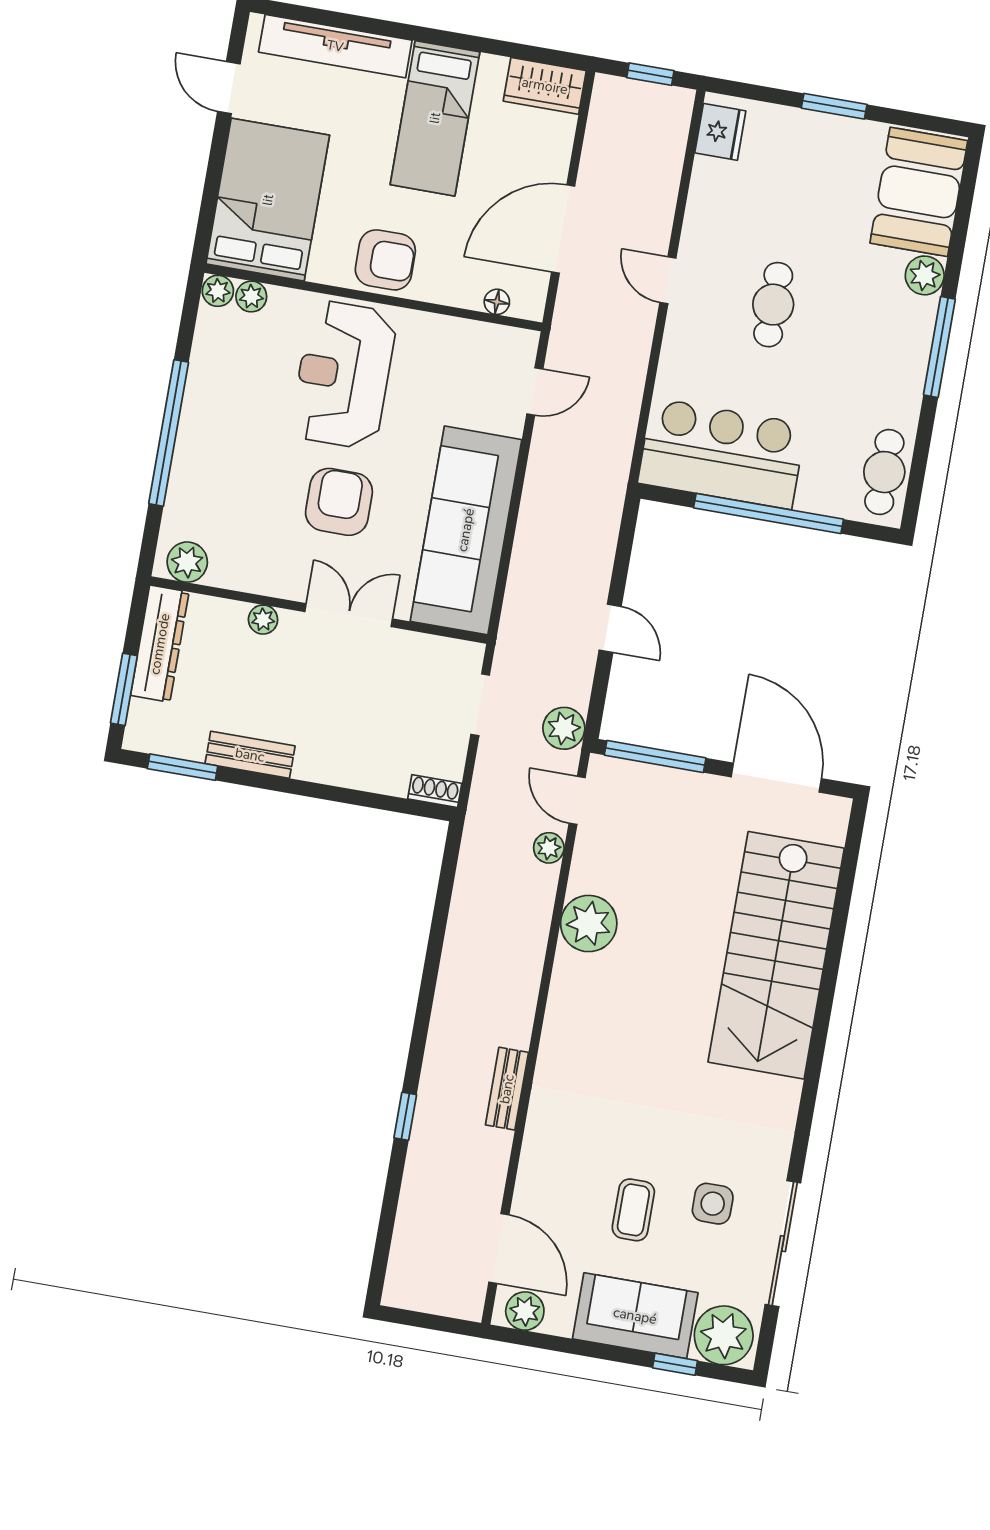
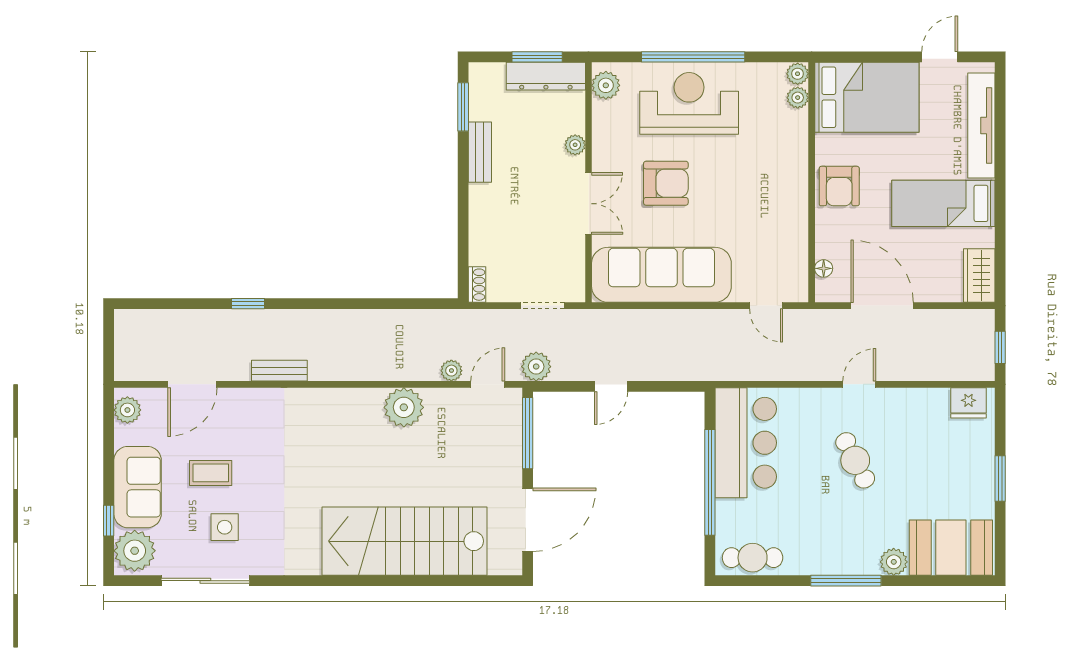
cafe table: (773, 305) -> (855, 460), turned 63
reception desk: (344, 375) -> (689, 103), moved
window: (124, 689) -> (537, 57), moved
door: (499, 1249) -> (192, 384), moved

